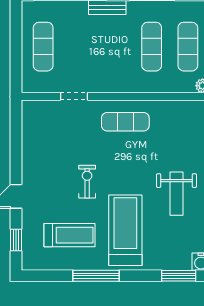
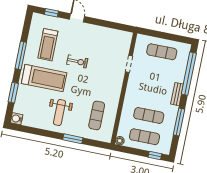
exercise mat: (125, 122) -> (97, 115), moved
weight bench: (176, 194) -> (59, 112), turned -90
window: (179, 276) -> (13, 93), moved

